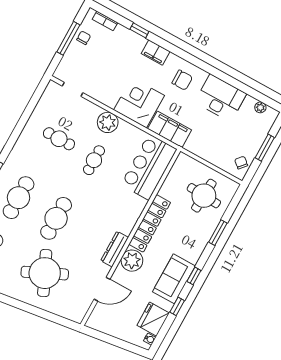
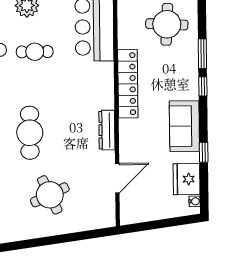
cafe table: (94, 160) -> (35, 52), turned 90
plant: (132, 261) -> (131, 132), removed
round table: (45, 273) -> (50, 195), width x0.73, depth x0.73
window: (194, 276) -> (203, 86), moved

